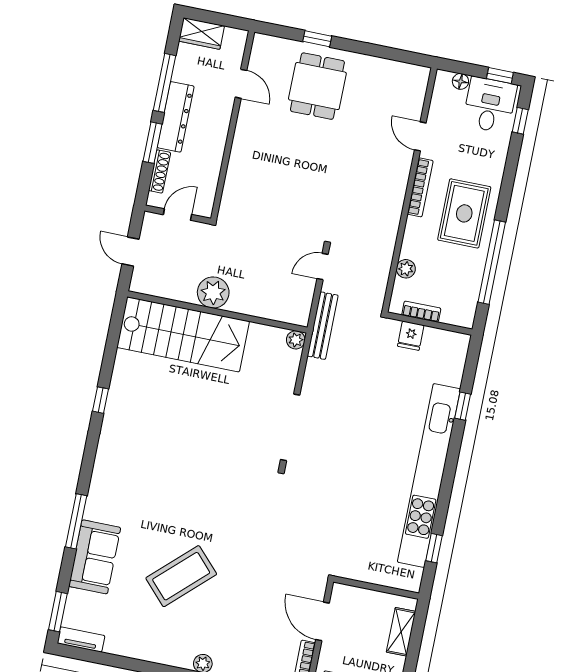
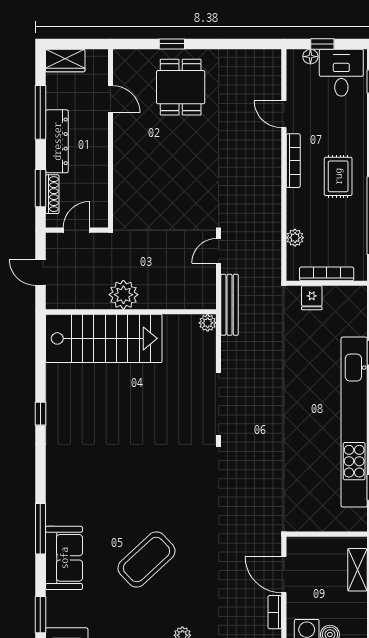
window: (500, 76) -> (322, 44), moved
window: (152, 143) -> (40, 188), moved
rug: (464, 213) -> (338, 176), width x0.73, depth x0.70
bookcase: (421, 312) -> (327, 274), width x1.56

